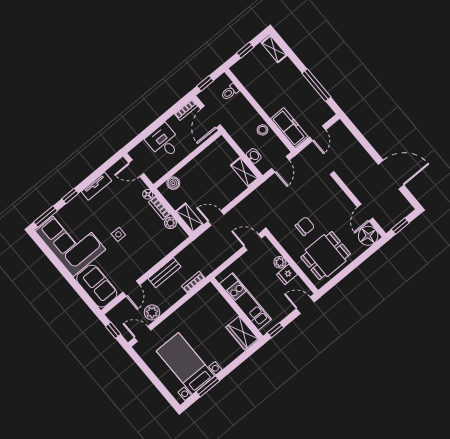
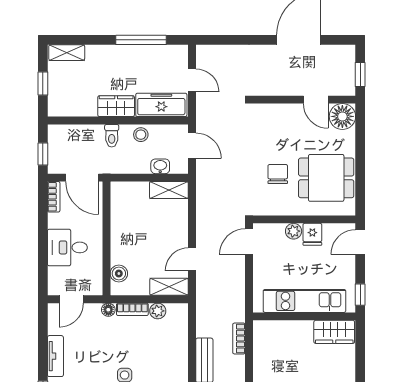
toilet: (230, 92) -> (112, 136), moved
wardrobe: (267, 102) -> (116, 106), added
dining table: (326, 256) -> (326, 178), turned 90

